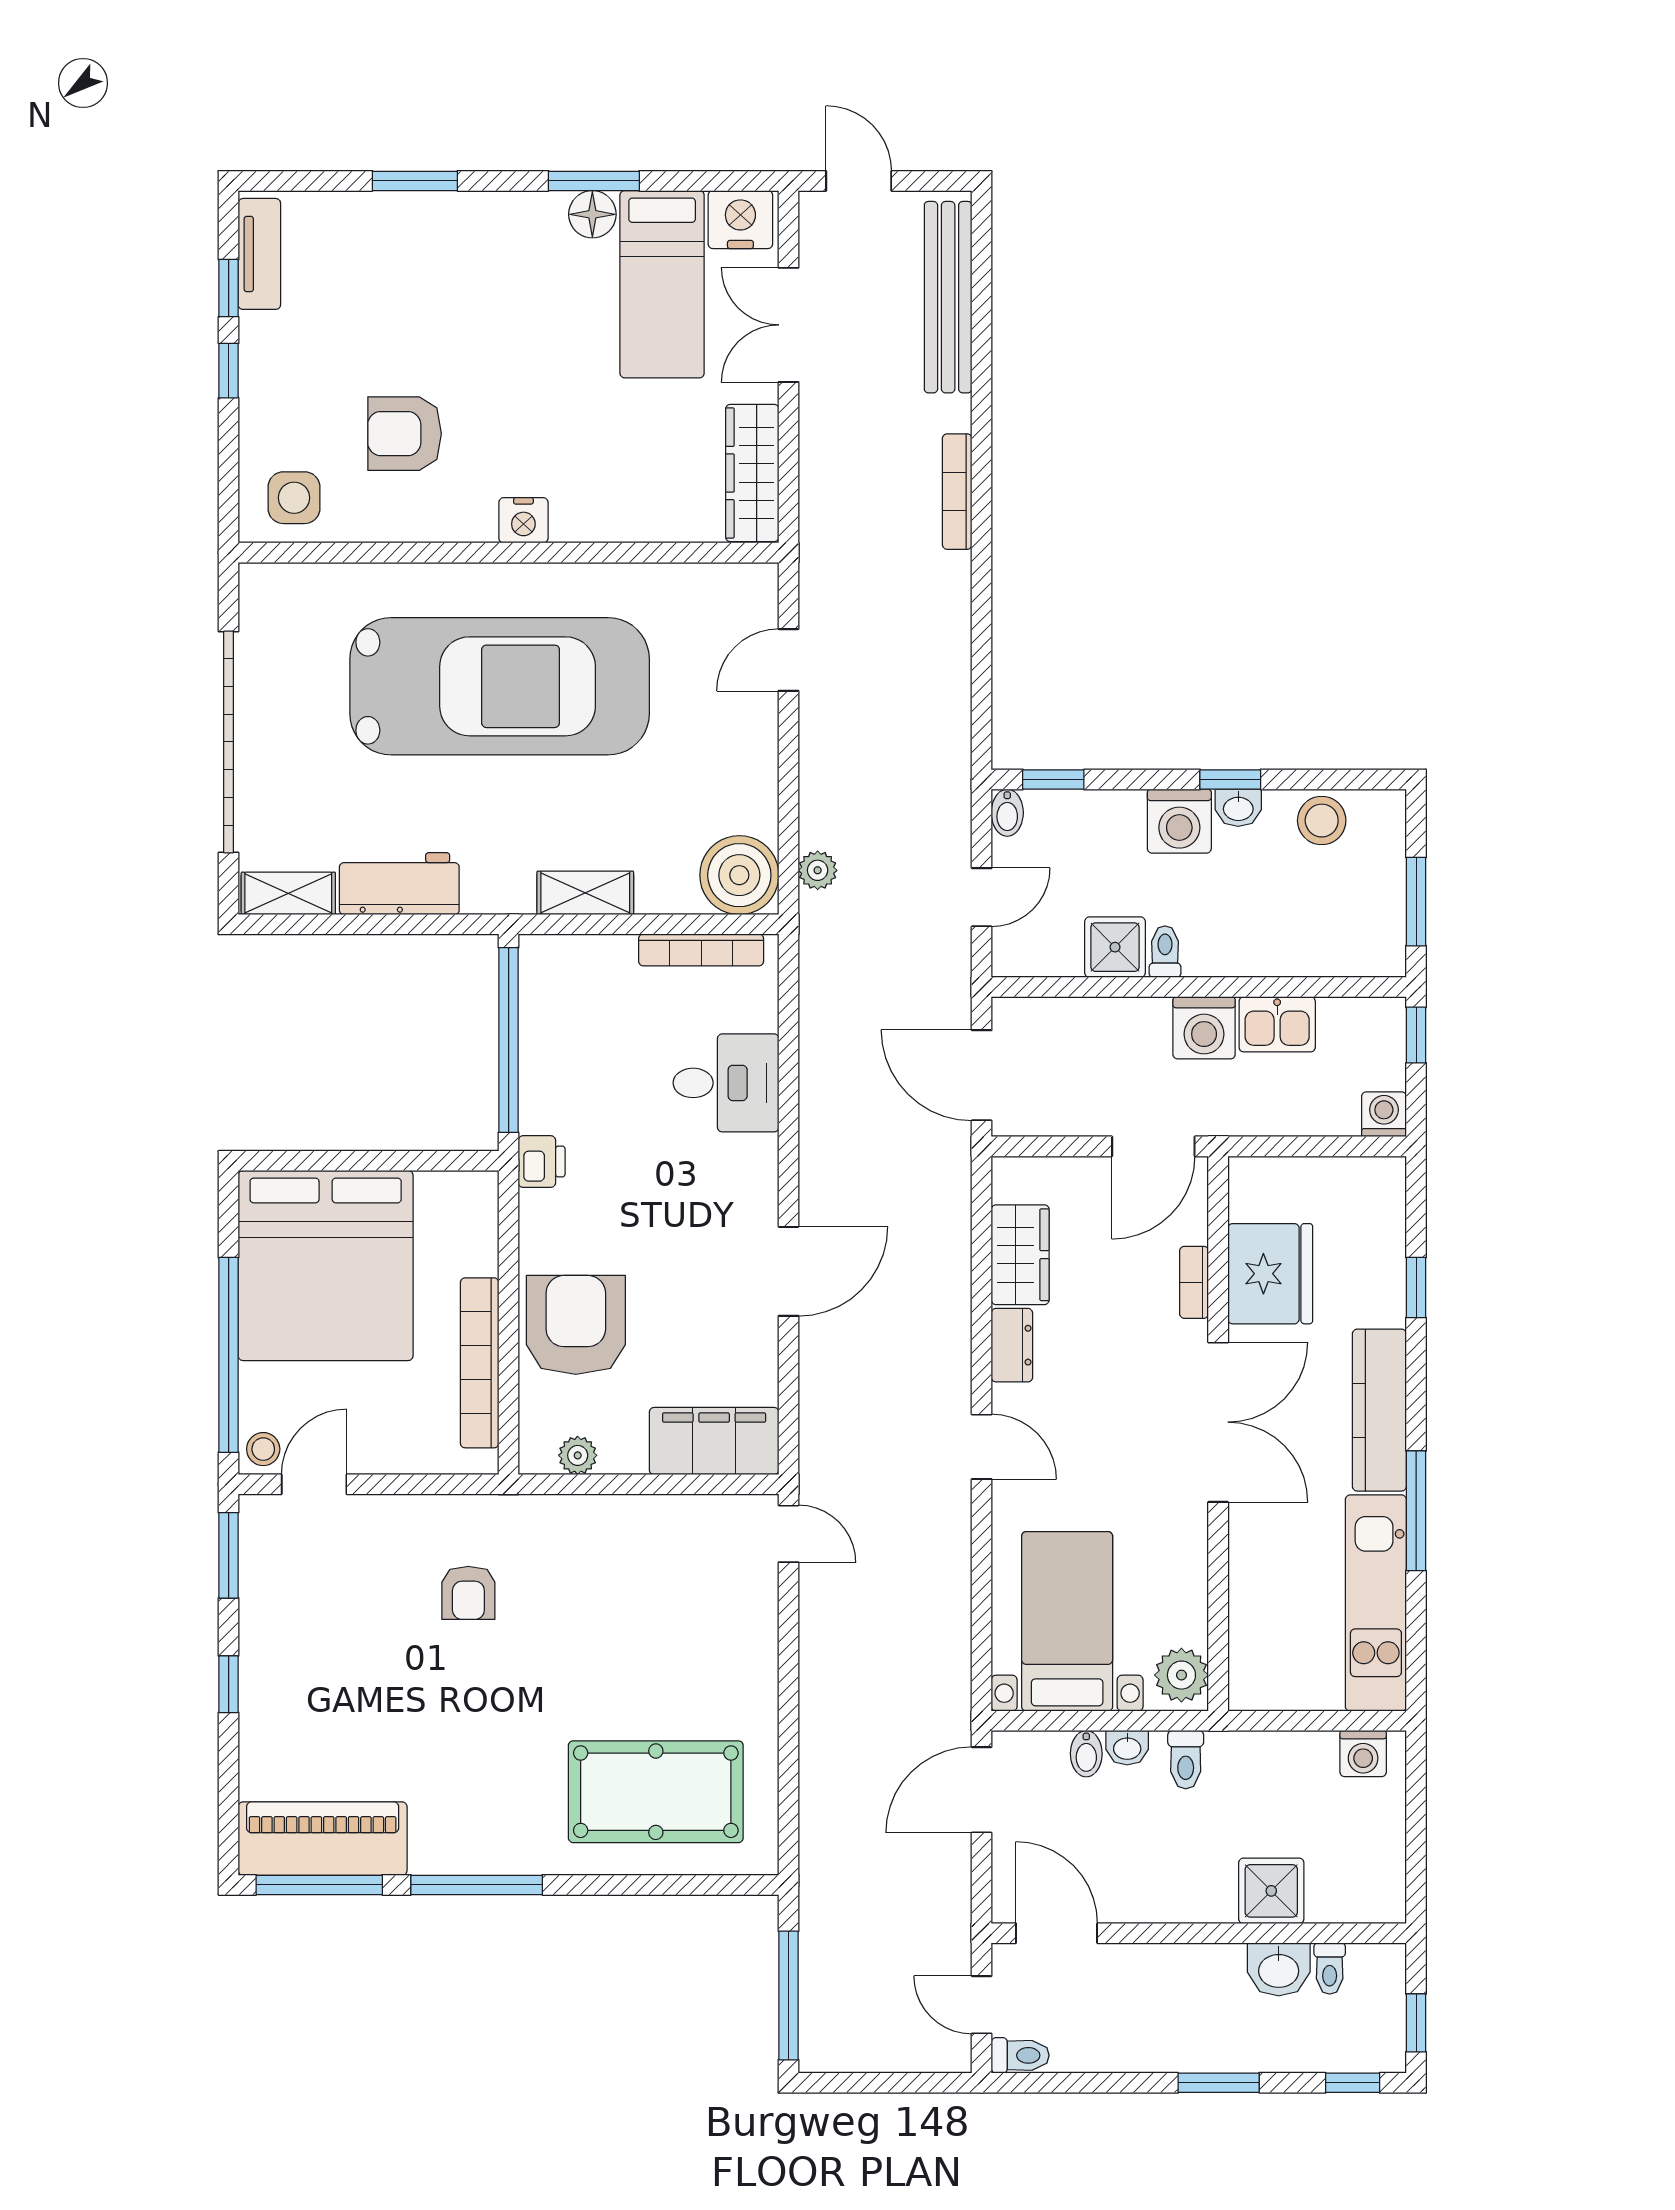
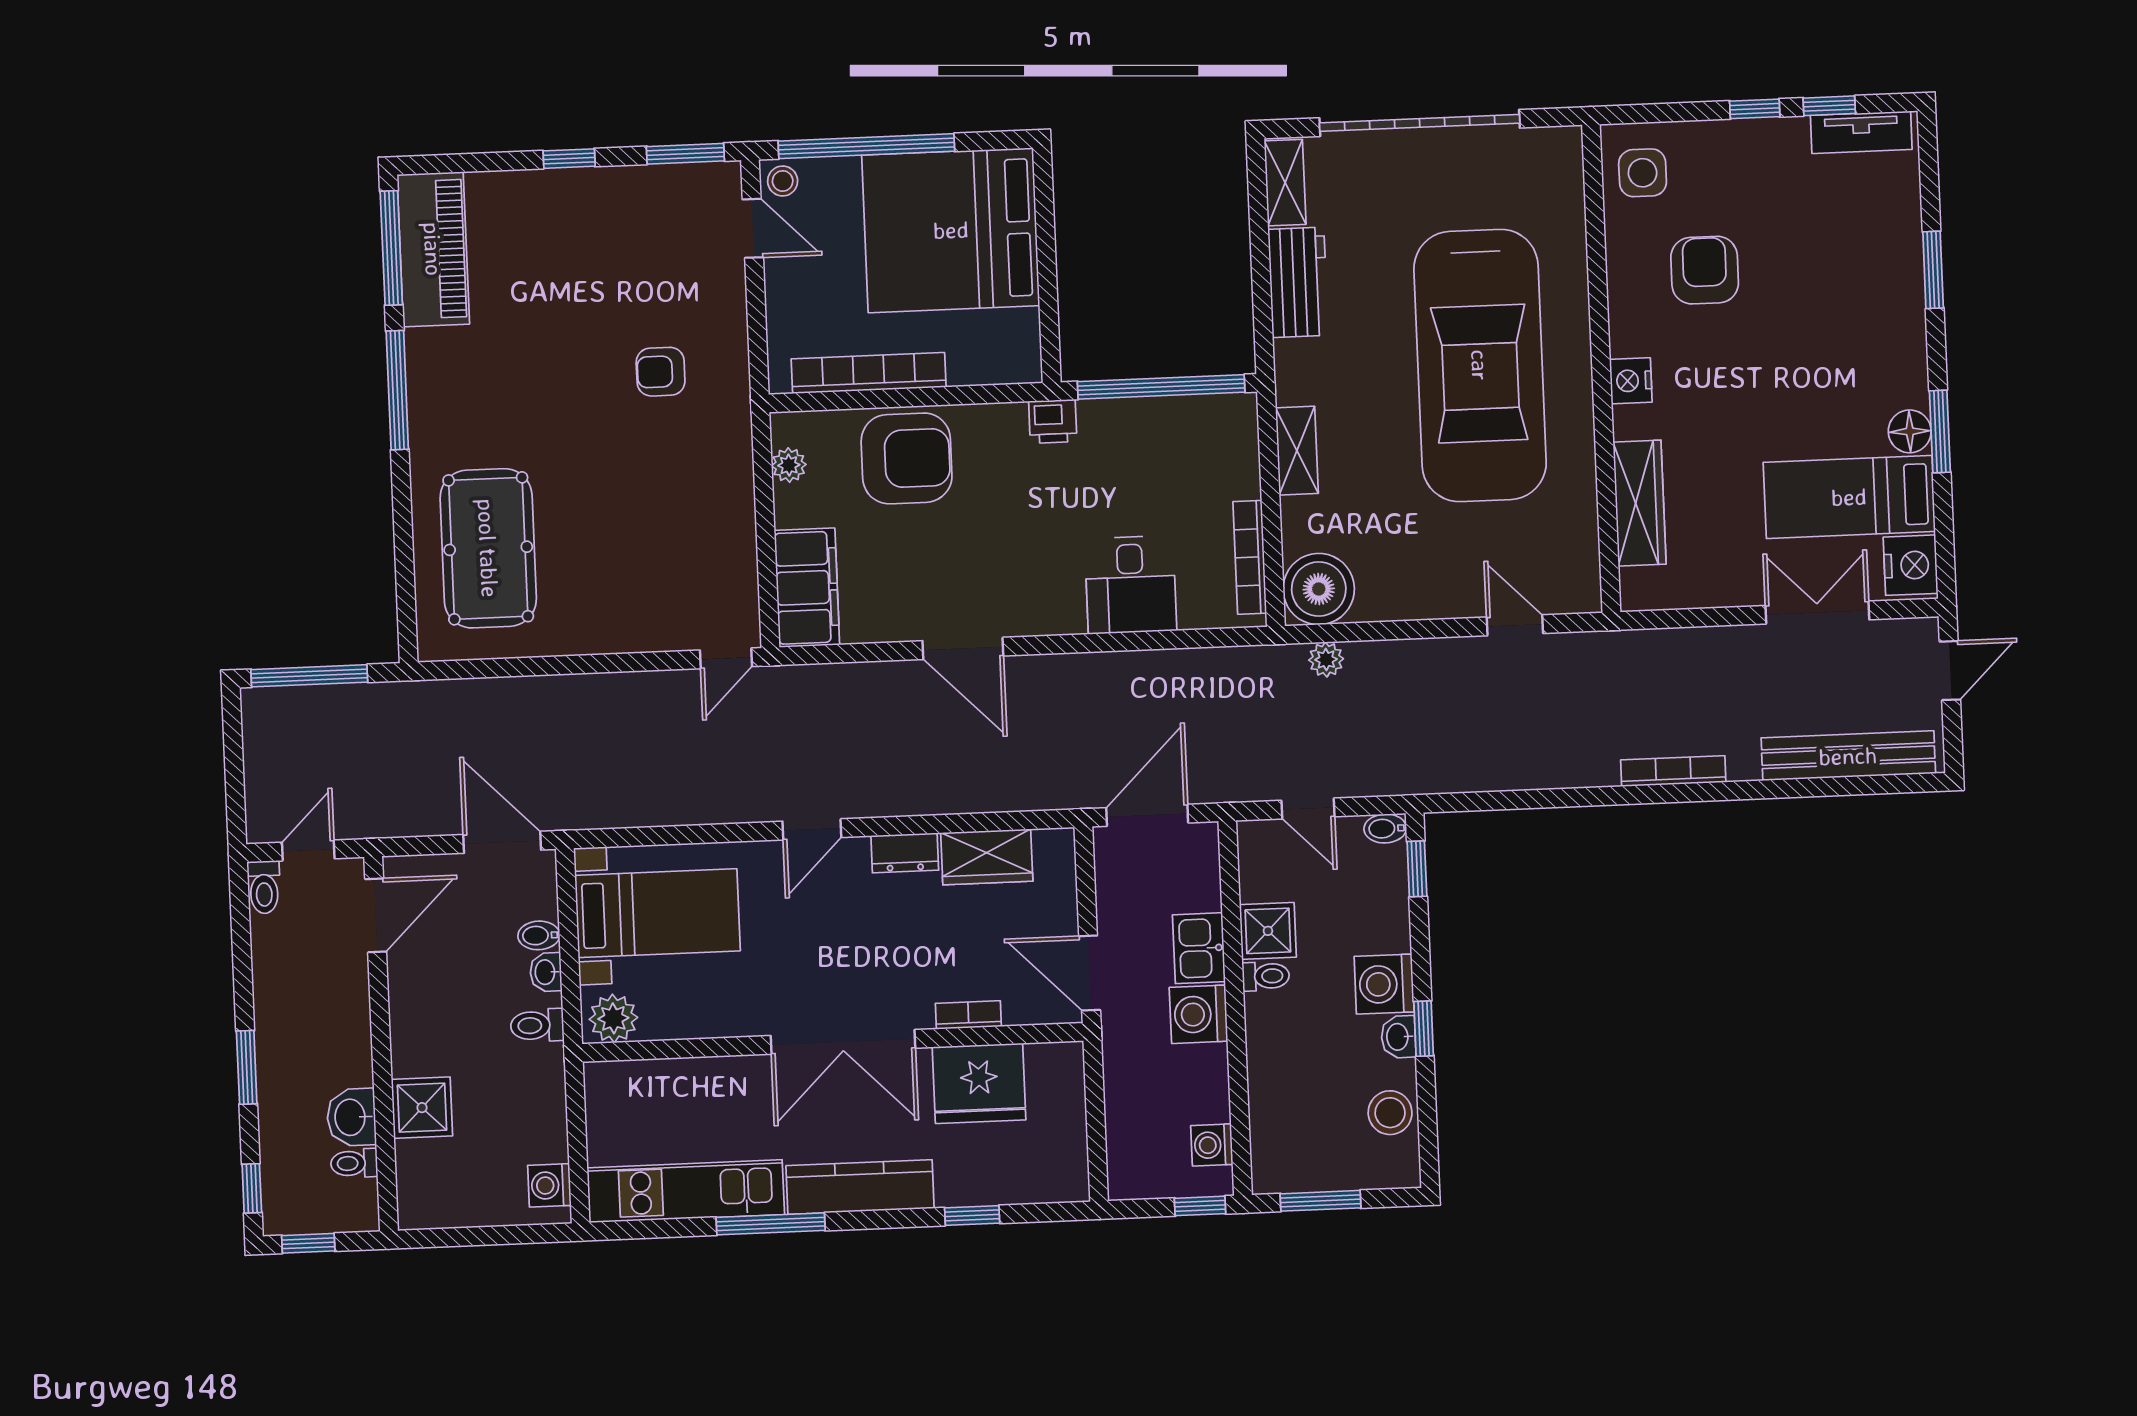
wardrobe: (752, 473) -> (1640, 503), moved, turned 90
kitchen sink: (1277, 1024) -> (1199, 948), moved
washing machine: (1384, 1114) -> (1212, 1145), moved, turned 180

